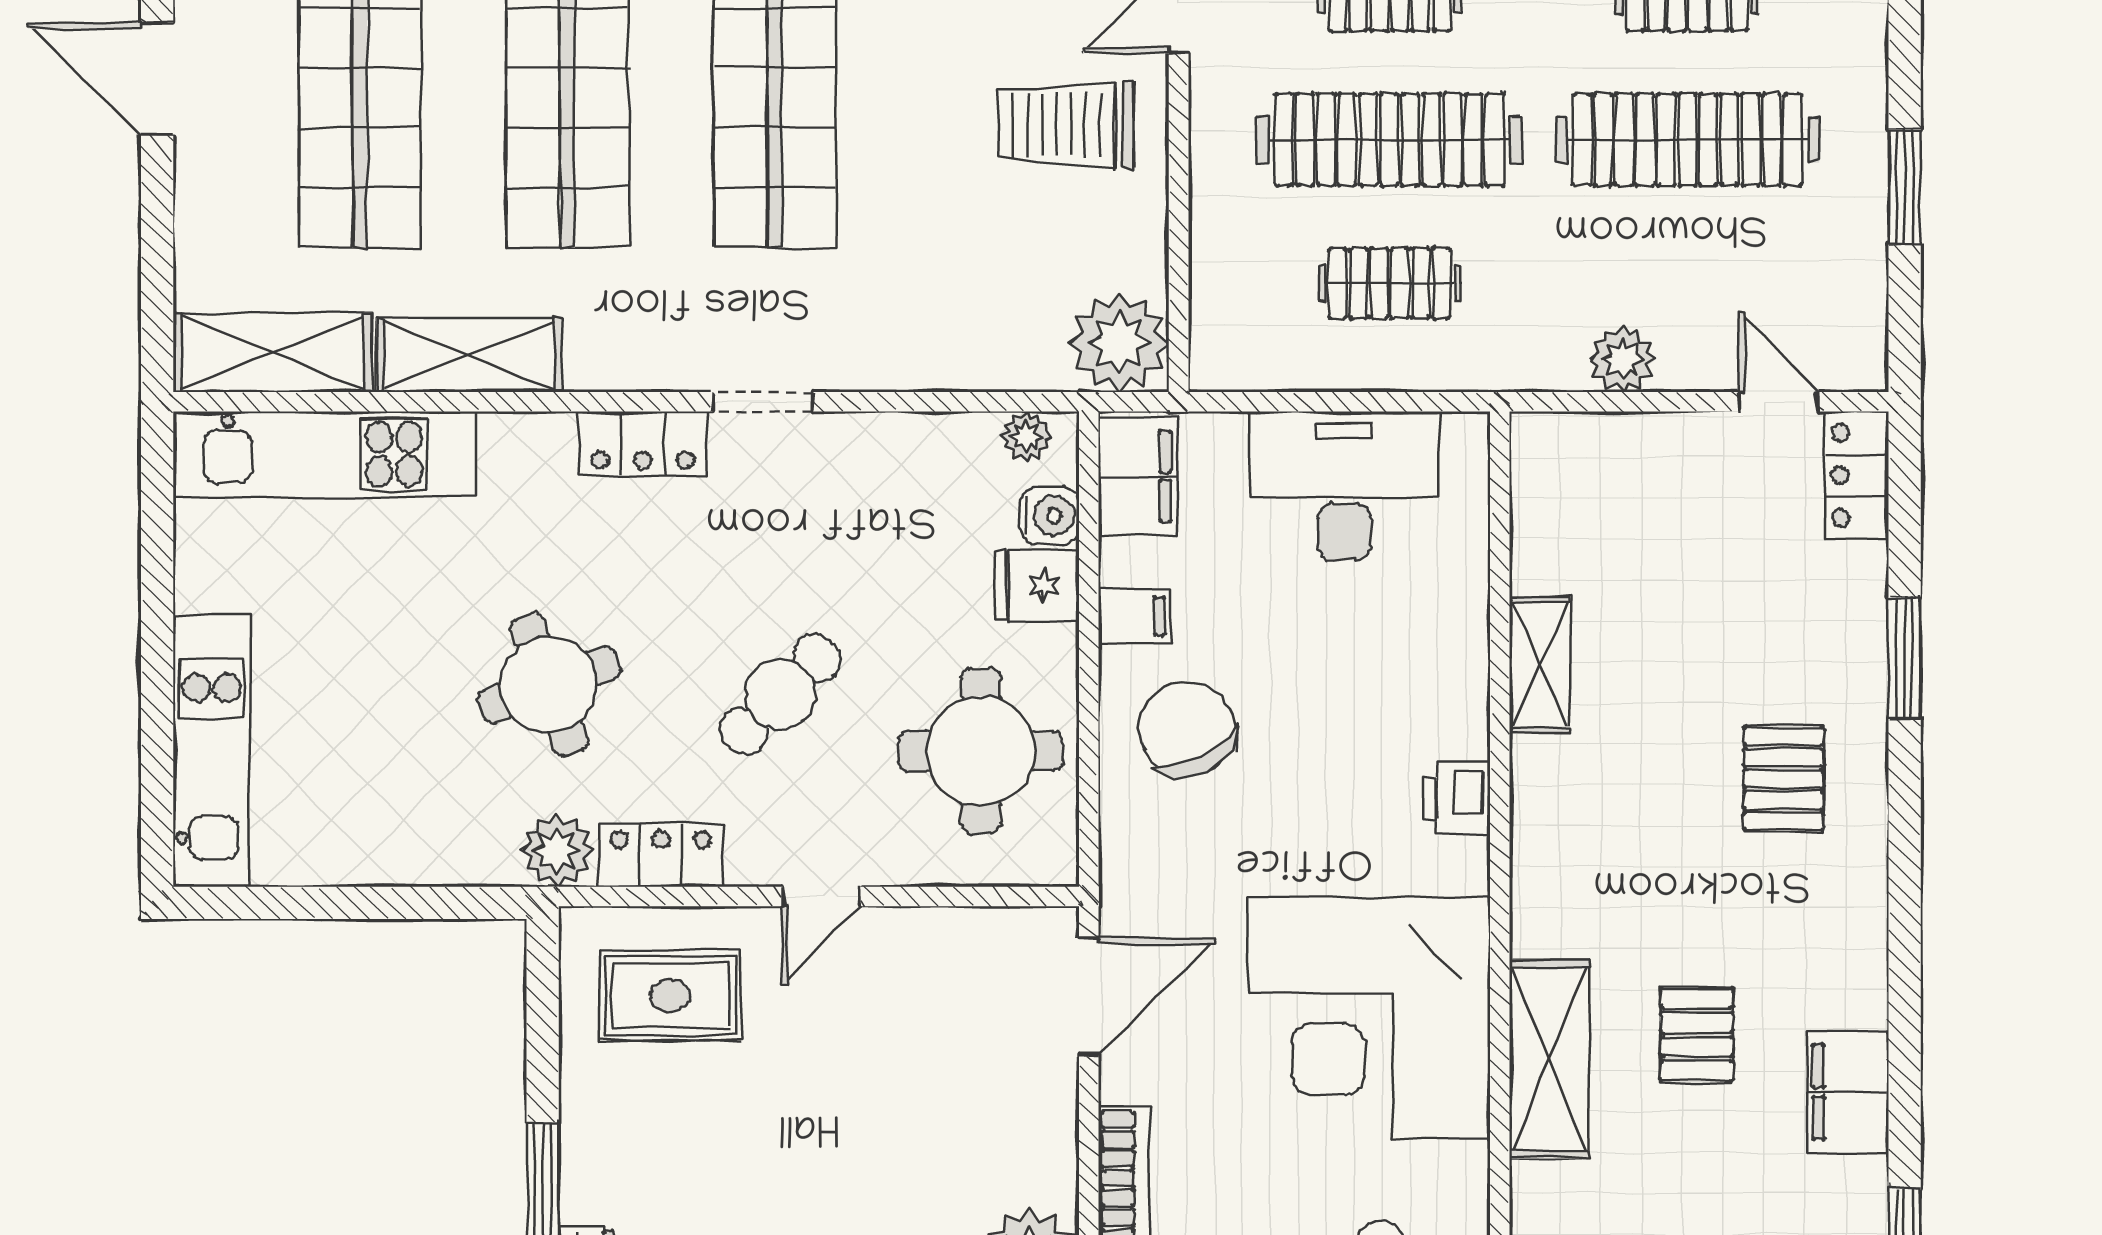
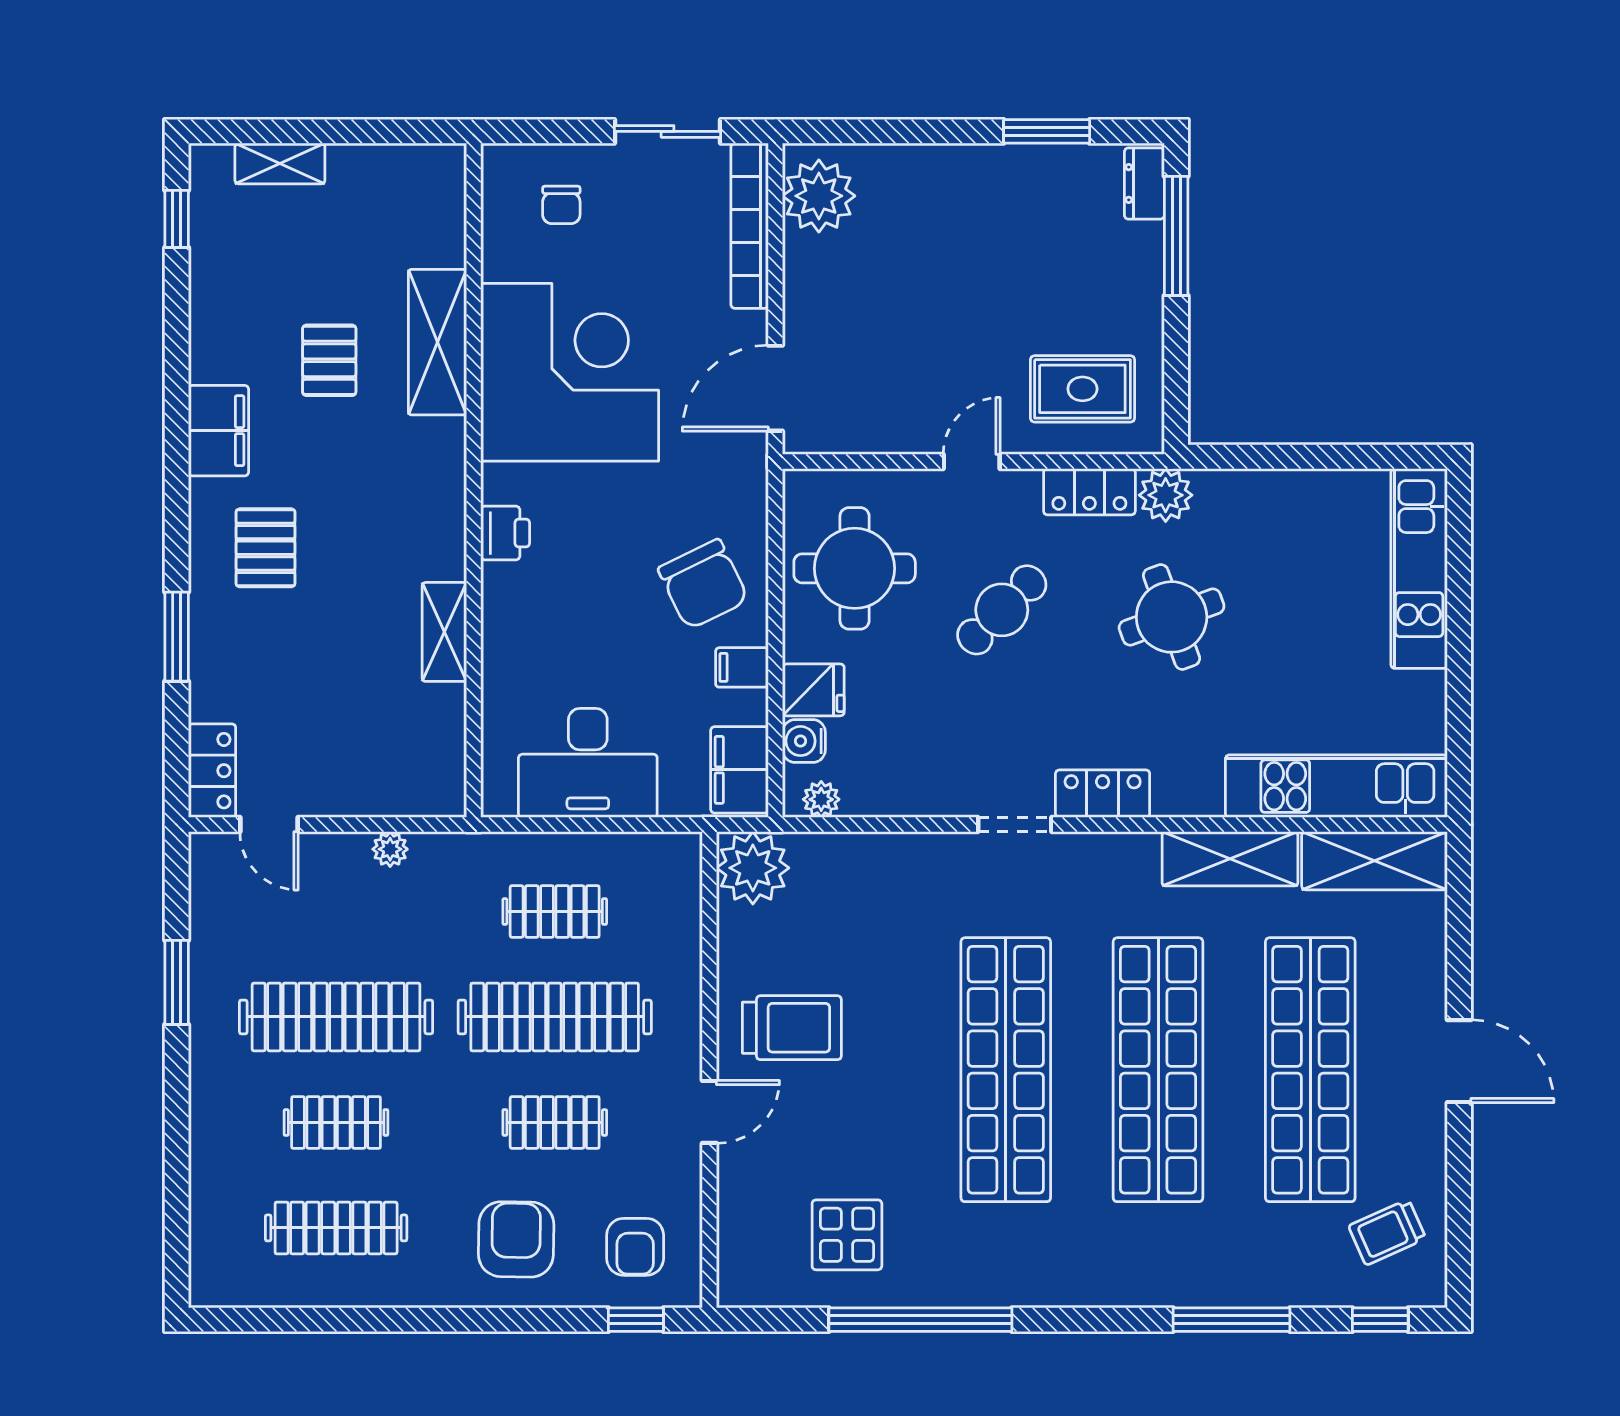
plant: (1623, 359) -> (390, 849), width x0.73, depth x0.73
filing cabinet: (1847, 1092) -> (219, 431), moved

